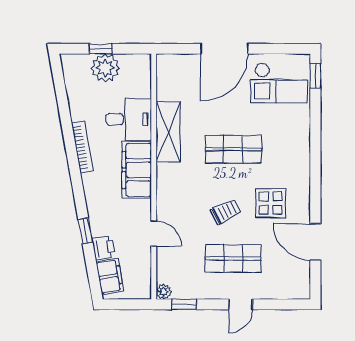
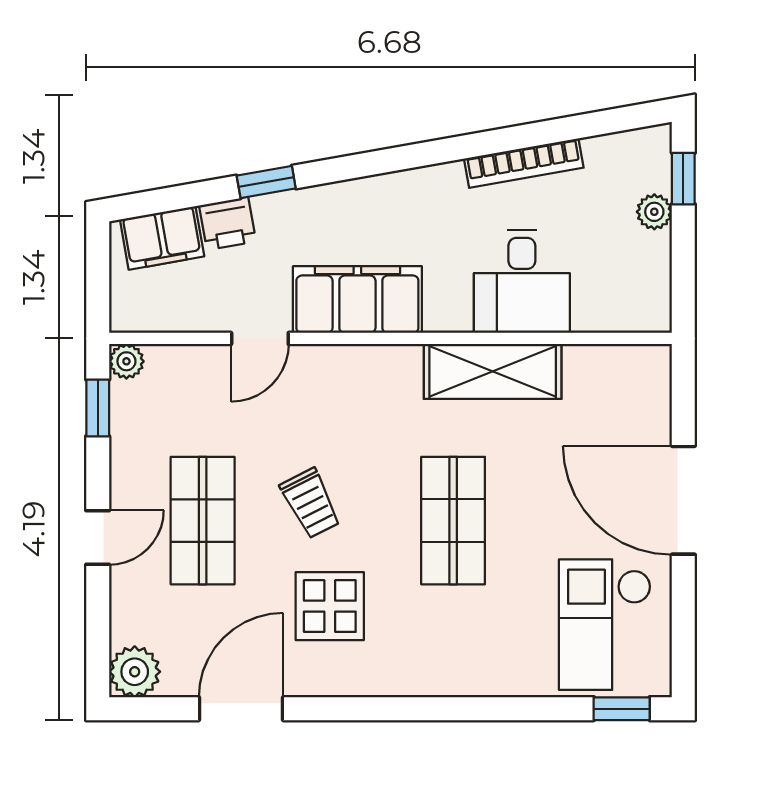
window: (100, 49) -> (683, 179), moved
plant: (105, 68) -> (654, 212), width x0.53, depth x0.53
bookcase: (82, 147) -> (524, 163), moved
filing cabinet: (137, 170) -> (357, 300), moved
plant: (299, 288) -> (135, 672), added
door: (241, 304) -> (98, 538), swing flipped

